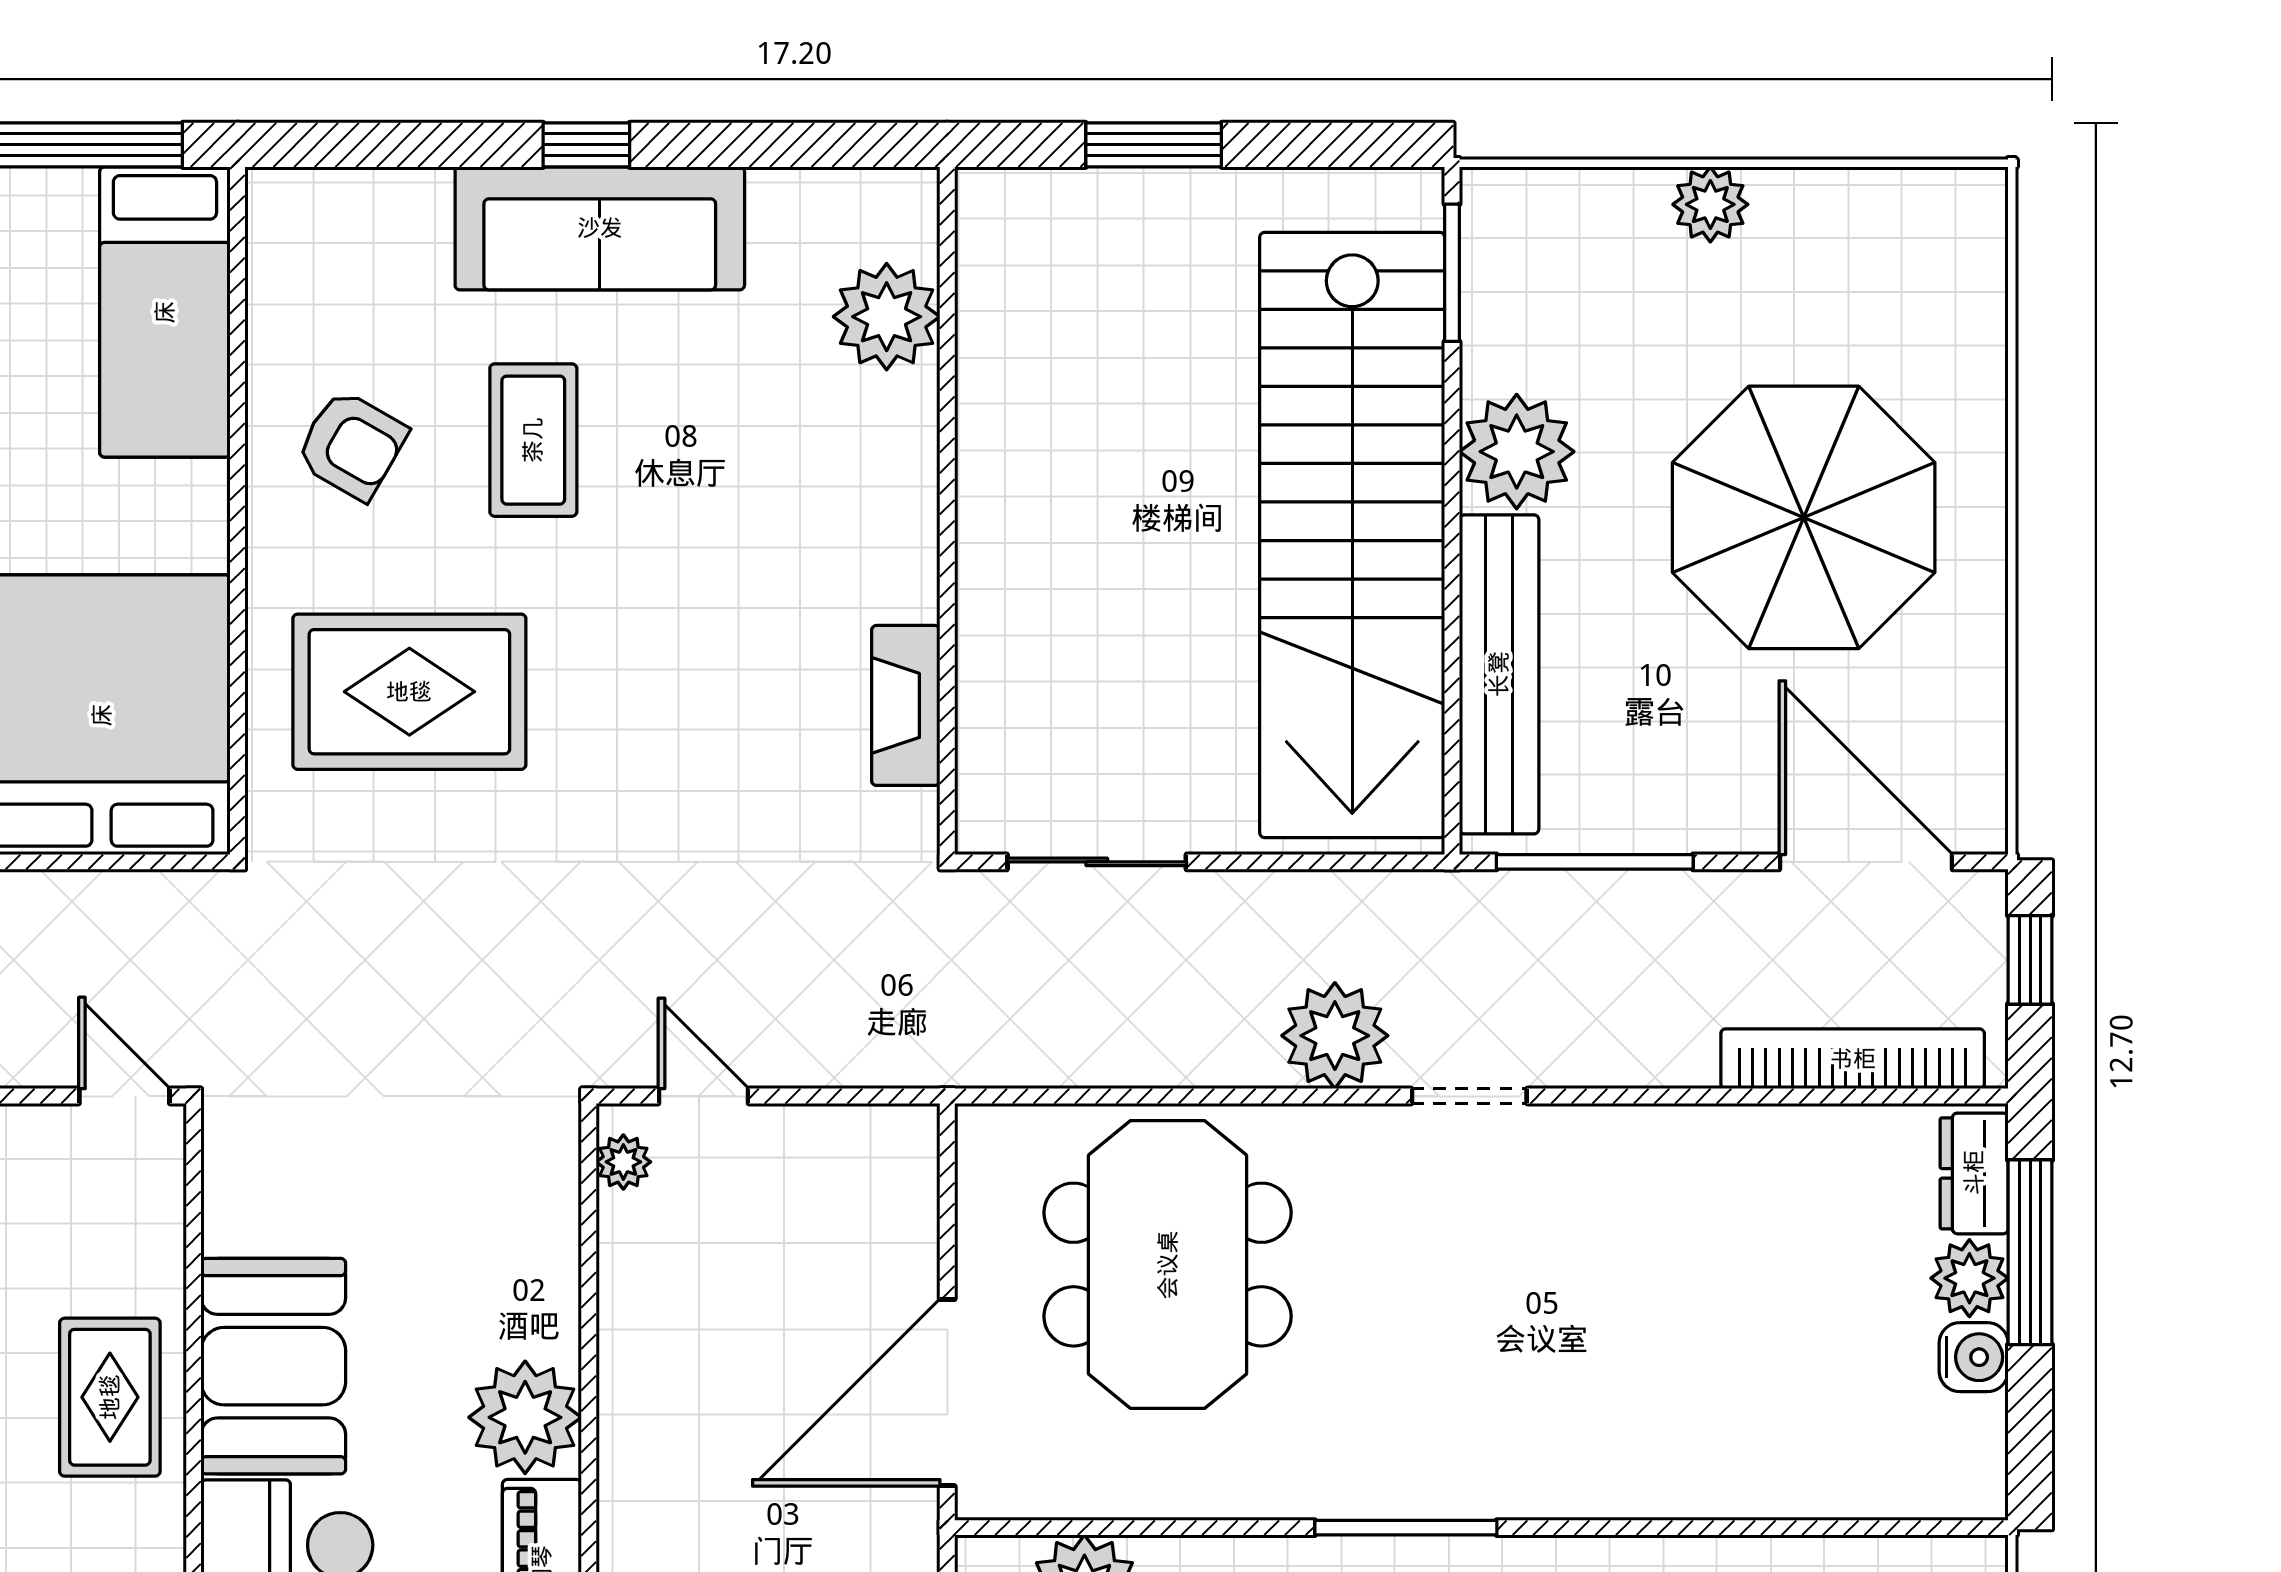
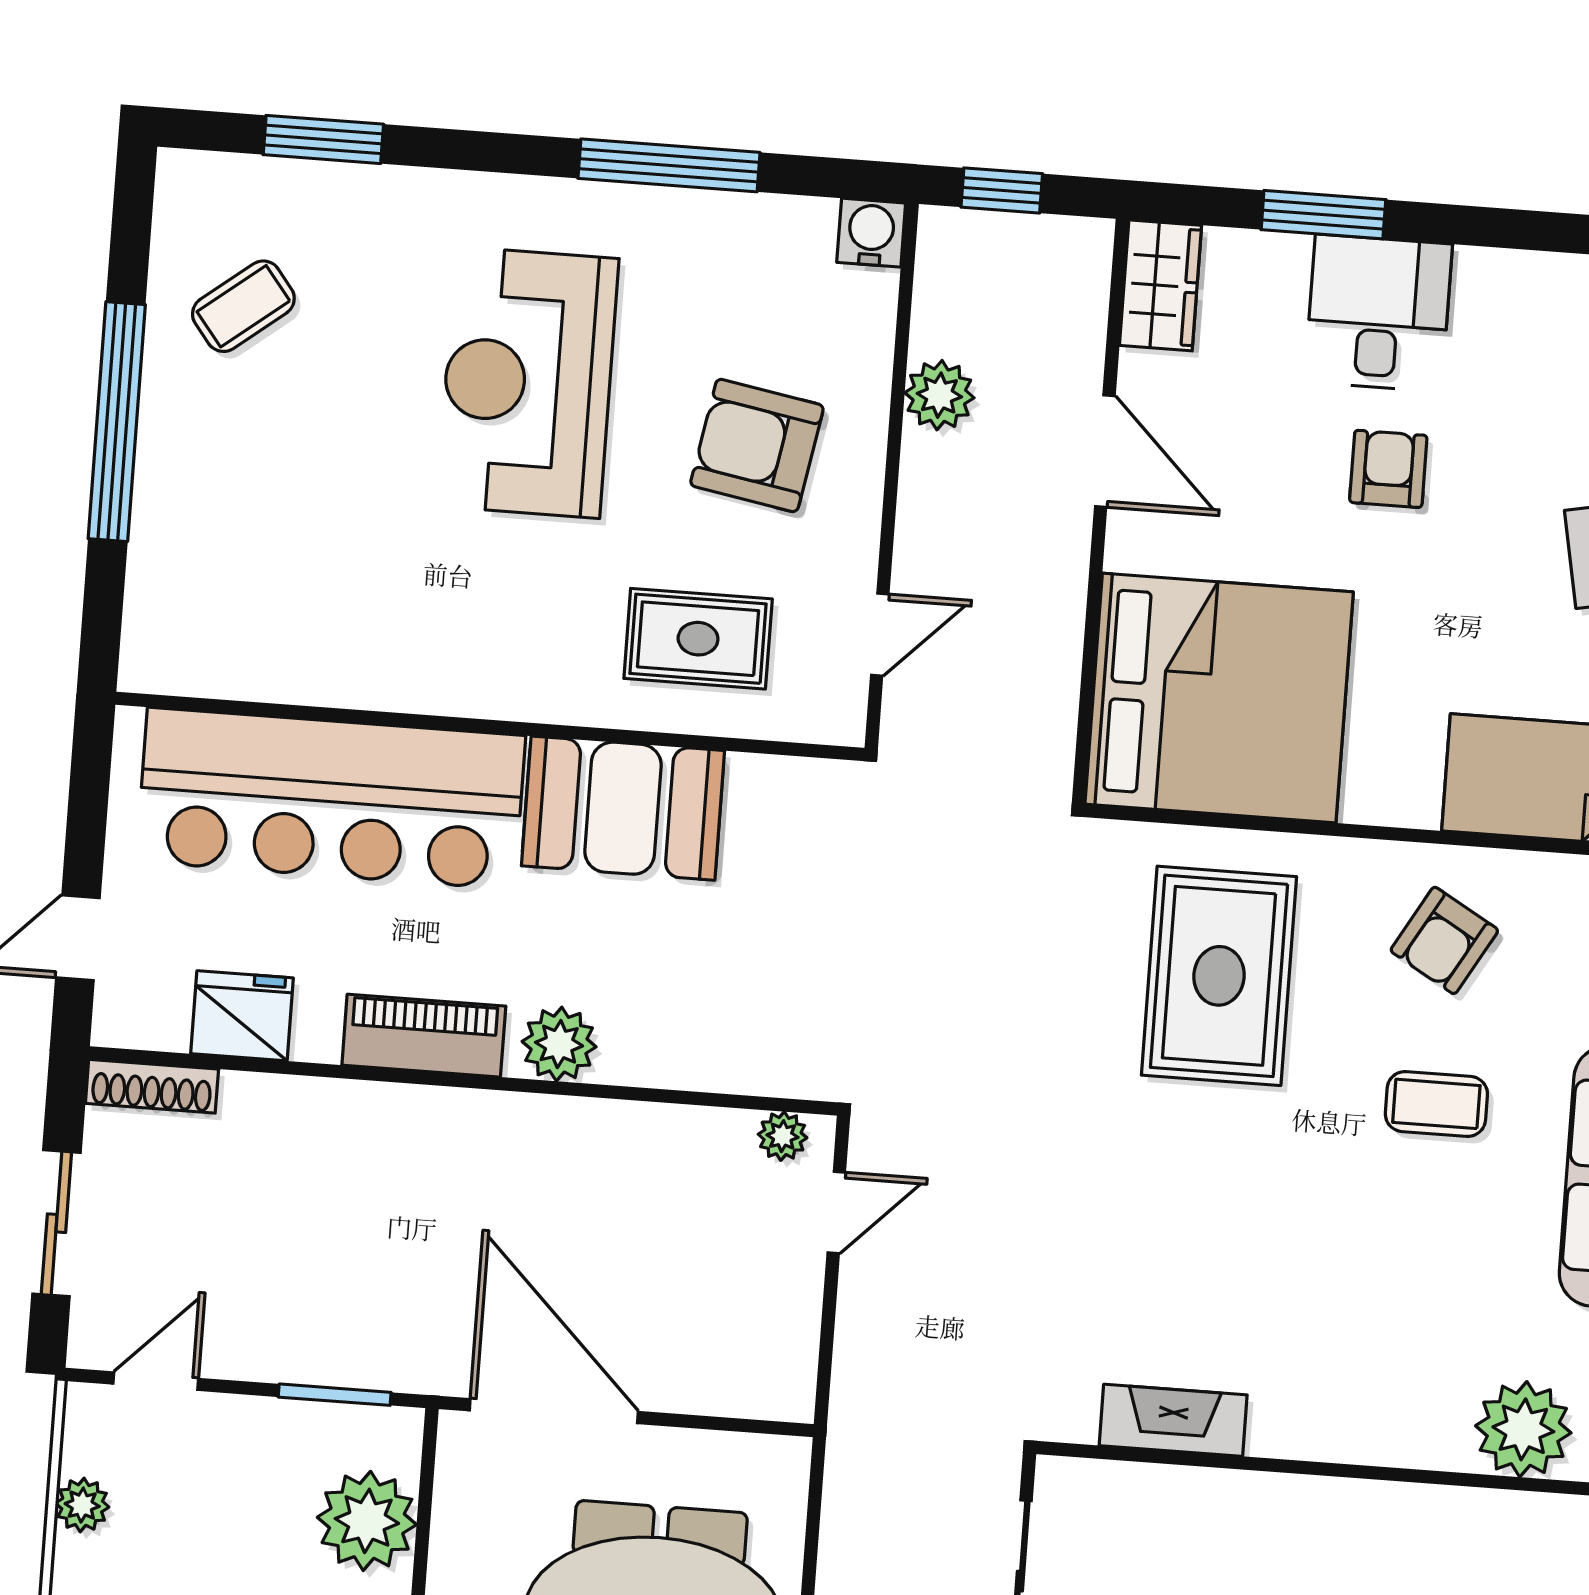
coffee table: (533, 440) -> (1436, 1104), width x0.73, depth x0.77
door: (124, 1096) -> (880, 635), moved
rug: (110, 1397) -> (698, 639), moved
plant: (525, 1417) -> (559, 1044), width x0.73, depth x0.73

